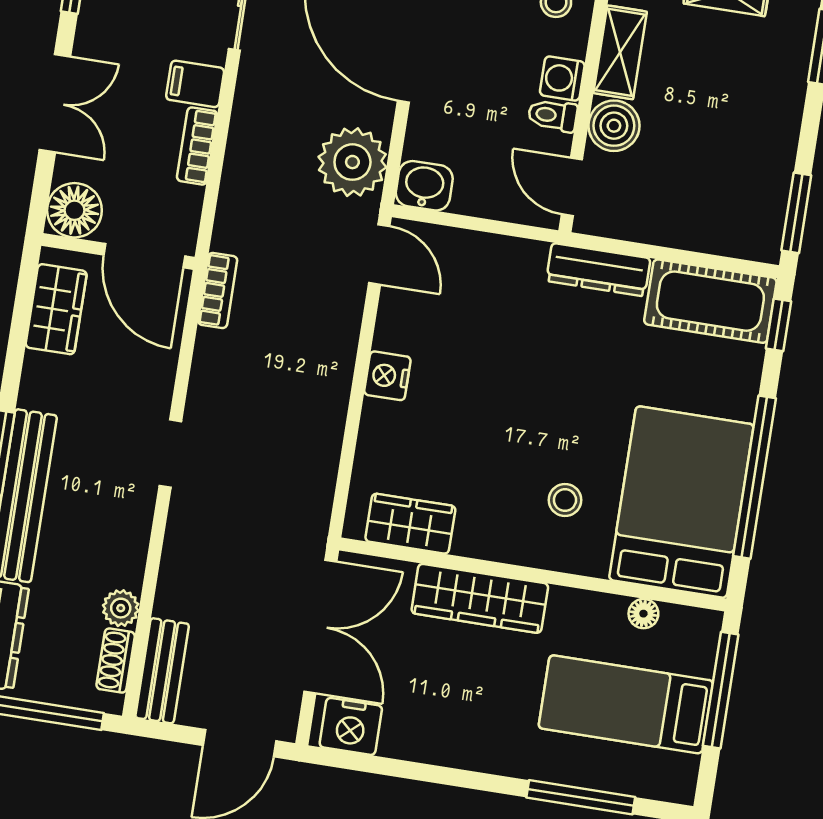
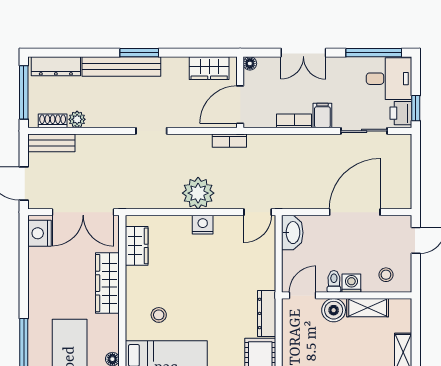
plant: (352, 162) -> (198, 193), moved
washbasin: (424, 186) -> (292, 233), width x1.38
floor lamp: (74, 210) -> (250, 63), width x0.53, depth x0.53

